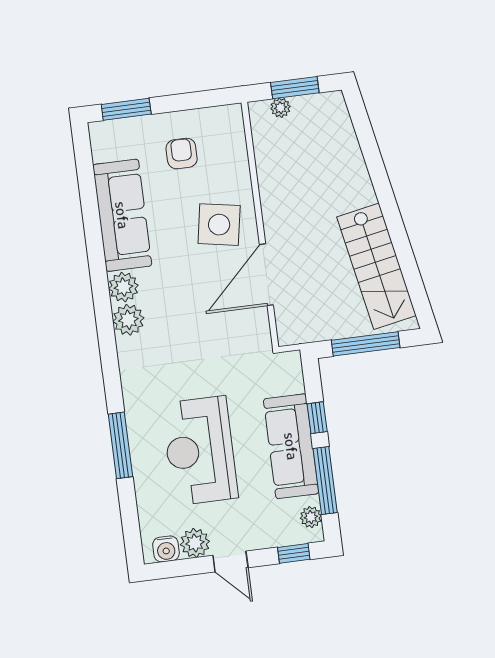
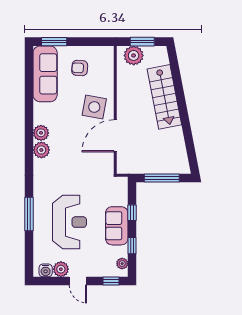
plant: (280, 108) -> (134, 55), width x1.88, depth x1.88
armchair: (182, 154) -> (80, 68), turned -86
sofa: (122, 215) -> (45, 74), moved
stairs: (376, 266) -> (164, 97), moved
sofa: (291, 446) -> (117, 226), width x0.73
reception desk: (200, 451) -> (69, 222), turned 180
window: (325, 480) -> (132, 246), width x0.46

